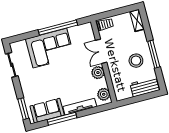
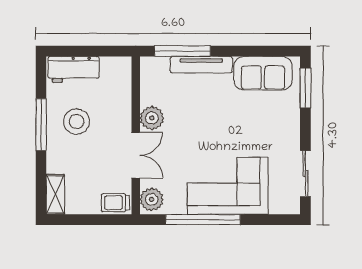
plant: (104, 94) -> (152, 199), moved
window: (62, 119) -> (182, 51), moved

